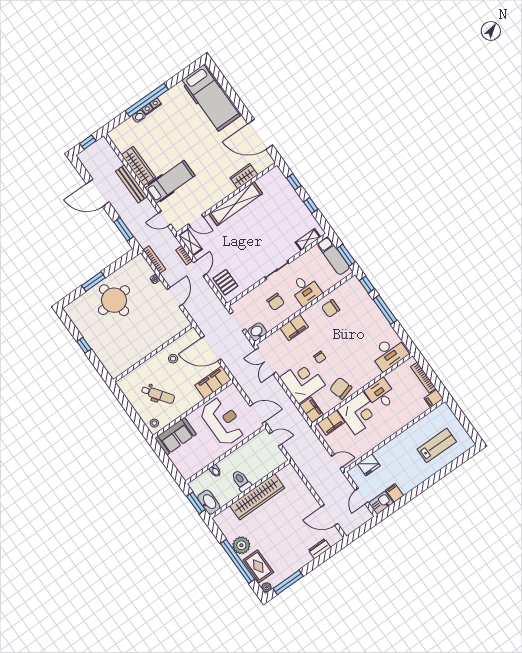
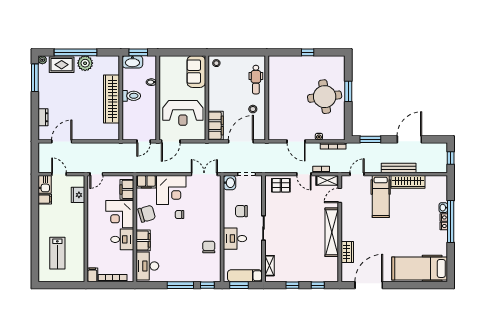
filing cabinet: (294, 327) -> (143, 240), moved, turned 180
dental chair: (158, 395) -> (256, 80), moved, turned -54

